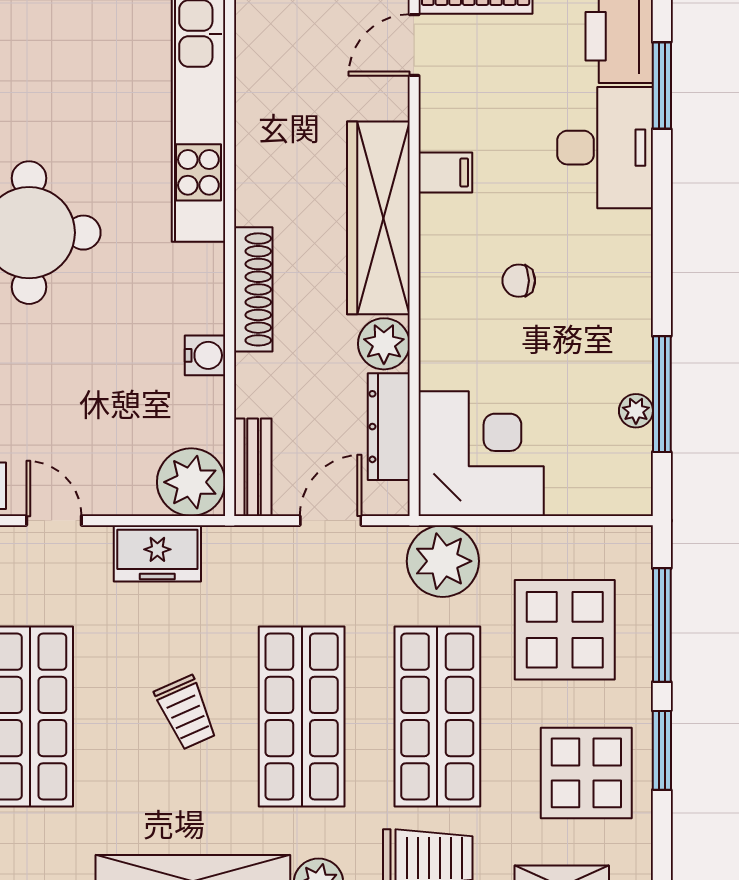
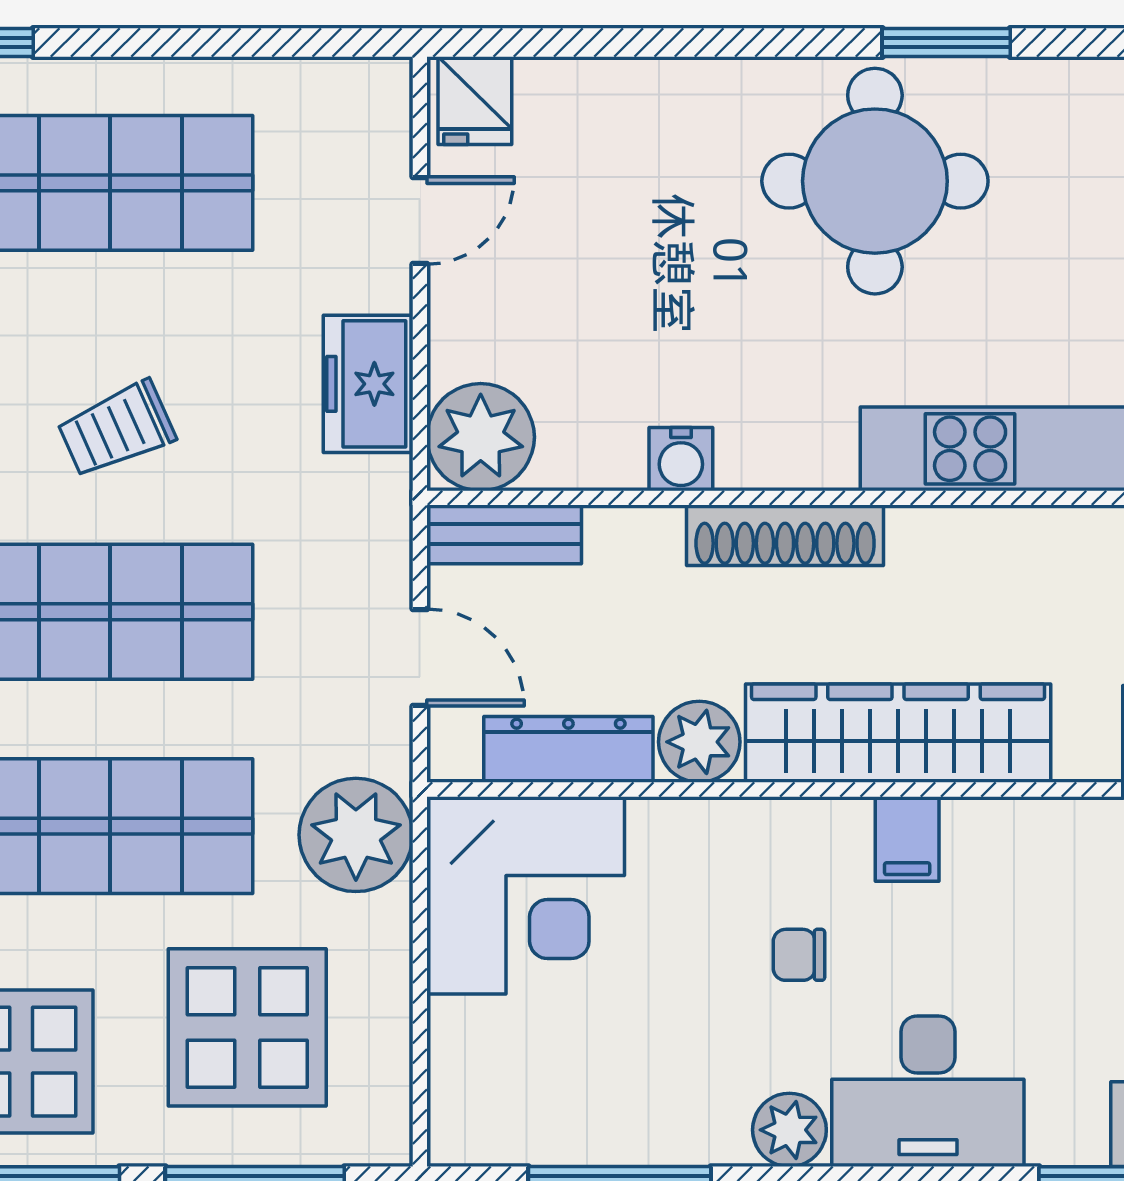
desk: (605, 148) -> (928, 1091), moved
filing cabinet: (445, 173) -> (907, 839), moved
chair: (519, 281) -> (799, 955), turned -90
plant: (636, 411) -> (789, 1130), moved, width x1.38, depth x1.38

